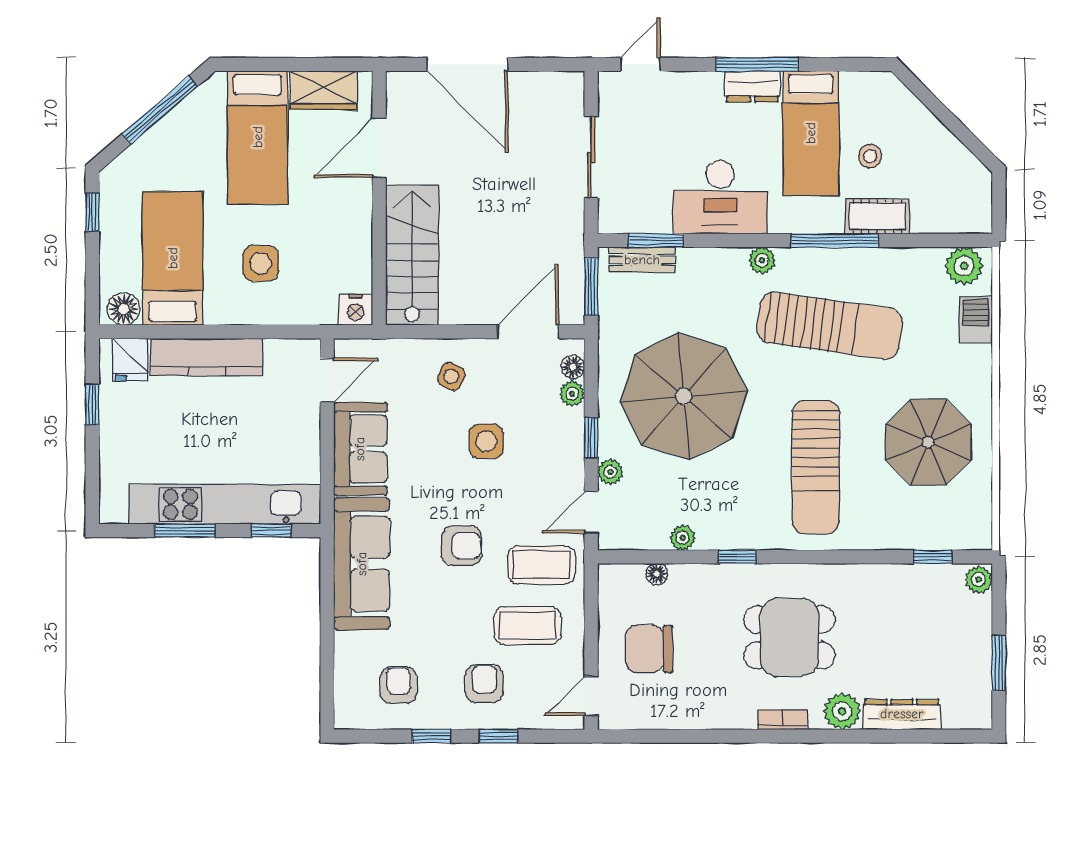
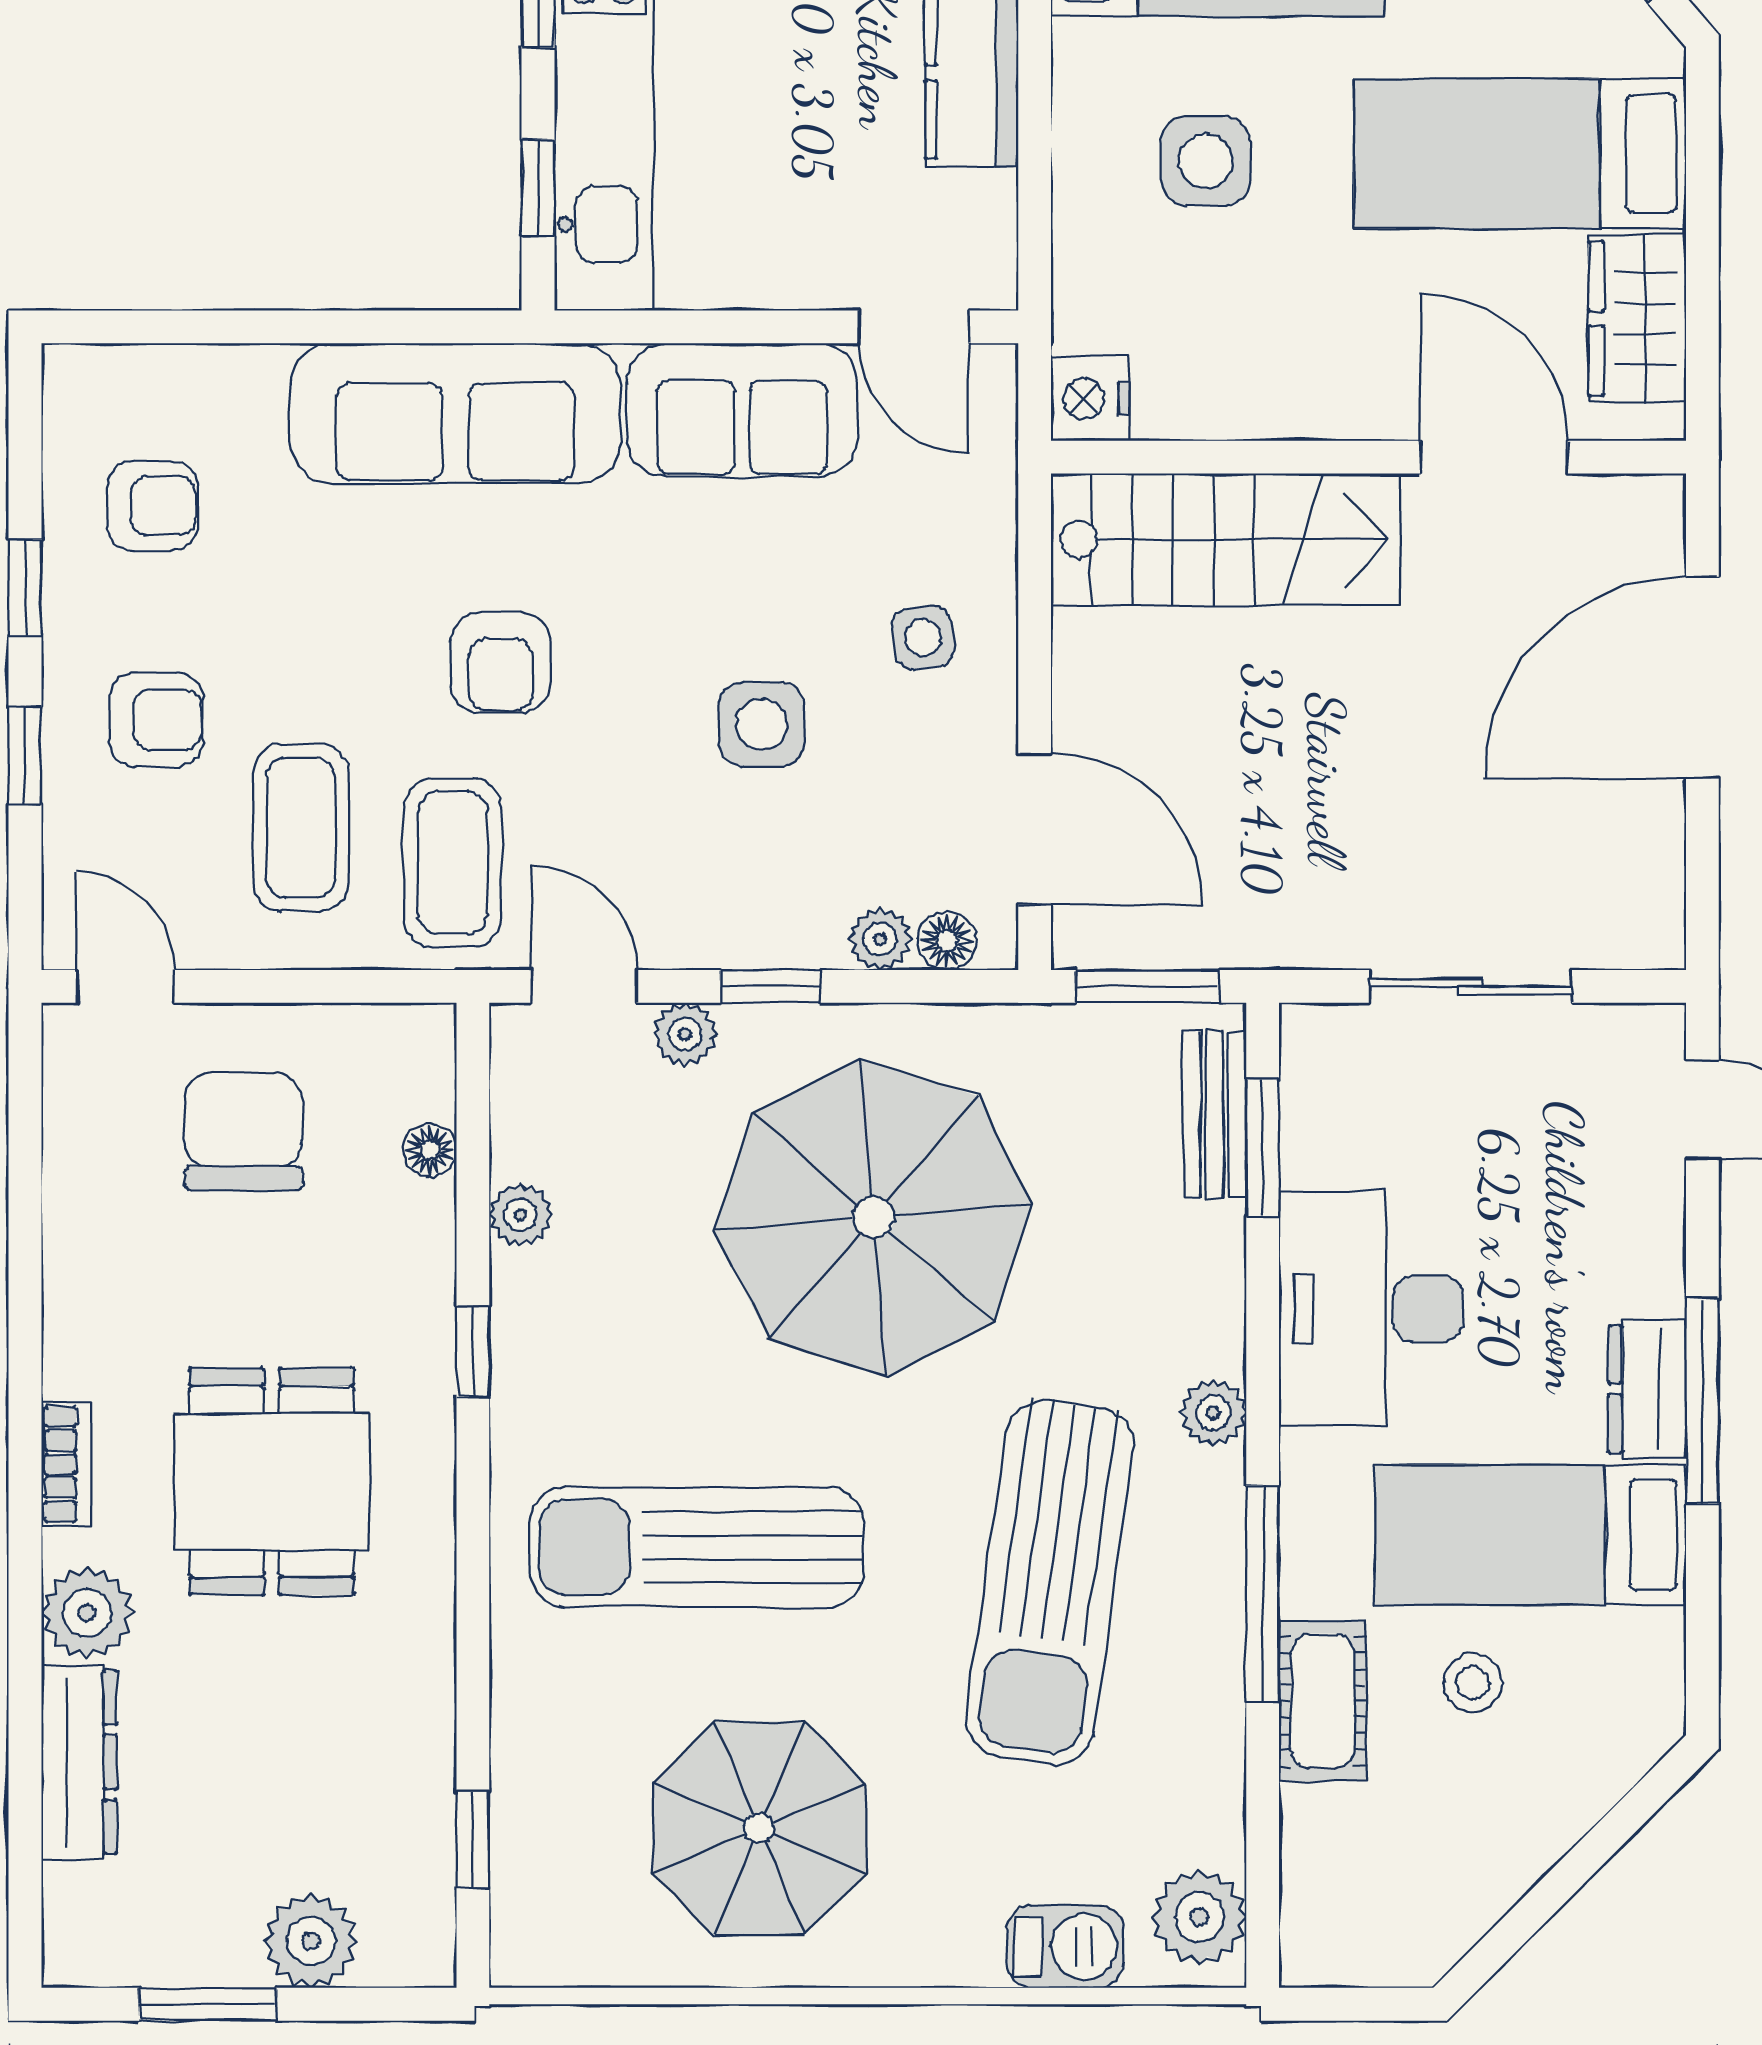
side table: (451, 376) -> (923, 637), turned -35
plant: (979, 580) -> (311, 1941), moved, width x1.38, depth x1.38

